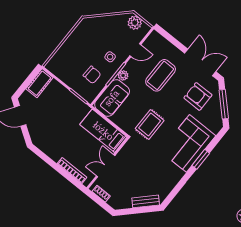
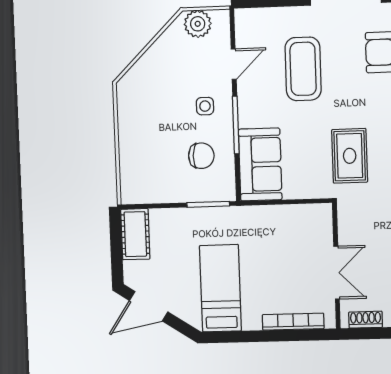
plant: (123, 75) -> (248, 117), removed
bed: (103, 131) -> (220, 288), moved, turned 90
double door: (106, 166) -> (337, 273), swing flipped

